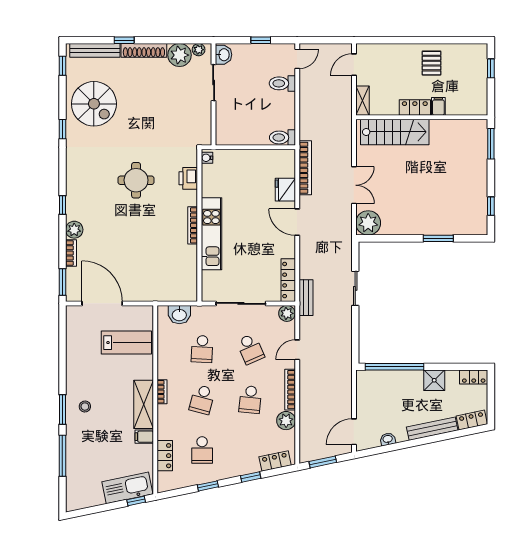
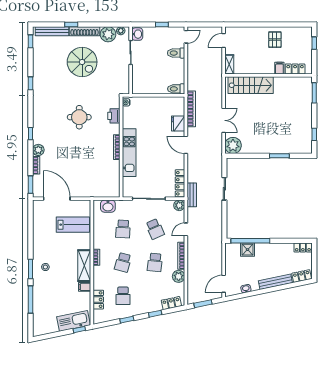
spiral stairs: (94, 104) -> (82, 62), moved
locker: (415, 108) -> (295, 69), moved
shower: (434, 380) -> (248, 250), moved

